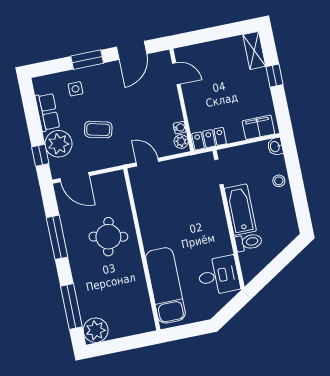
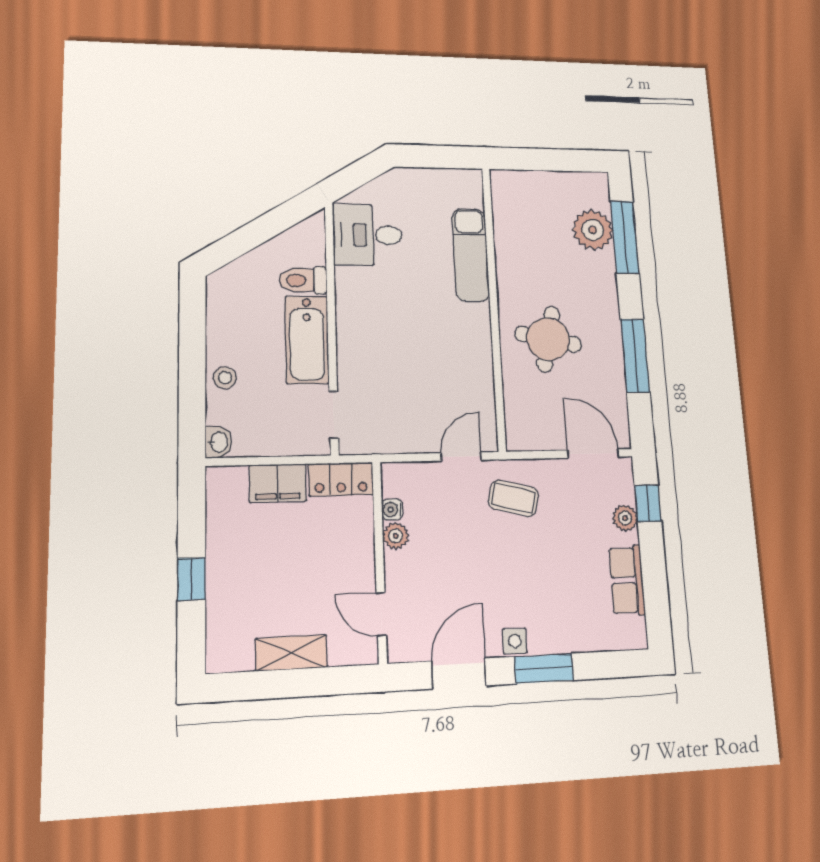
shelving: (254, 50) -> (291, 653), moved, turned 90
side table: (76, 89) -> (515, 641), moved
filing cabinet: (258, 127) -> (278, 483), moved
coffee table: (98, 130) -> (513, 498), moved
plant: (181, 141) -> (396, 536), moved
plant: (58, 144) -> (625, 518), width x0.53, depth x0.53
door: (147, 162) -> (461, 457), swing flipped
exam couch: (166, 285) -> (471, 255), width x0.73, depth x0.69
plant: (96, 330) -> (593, 230), moved

